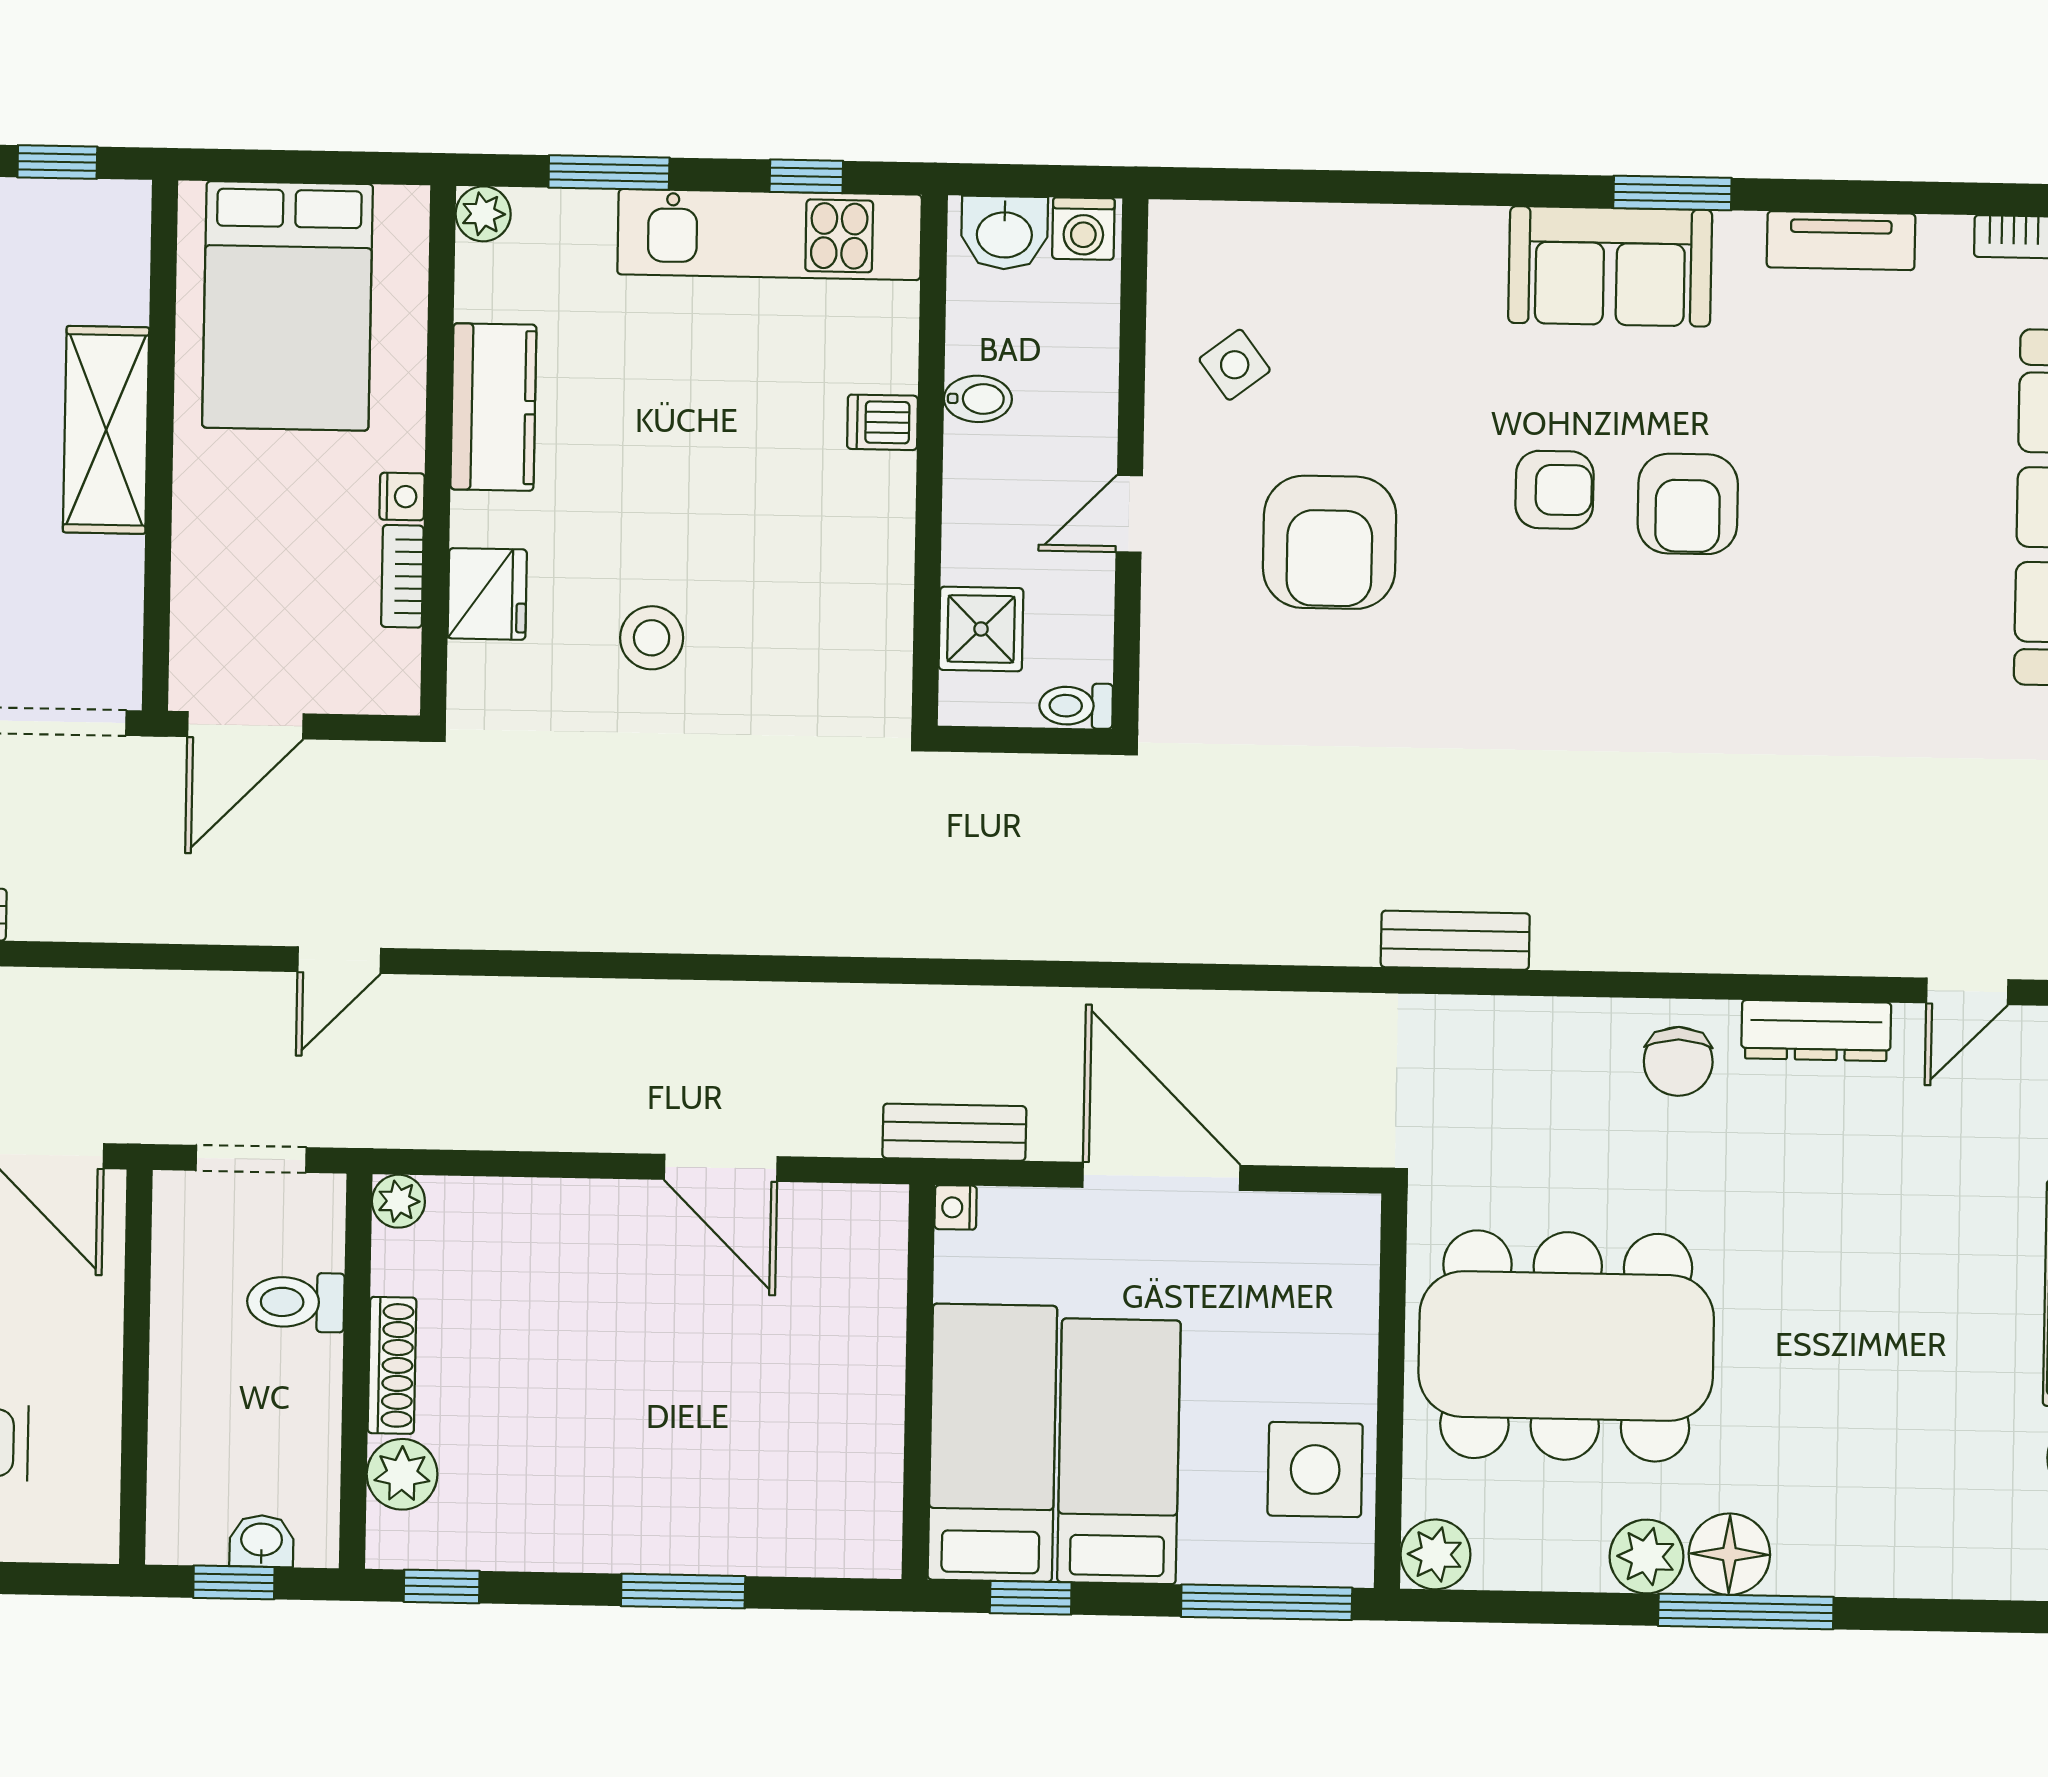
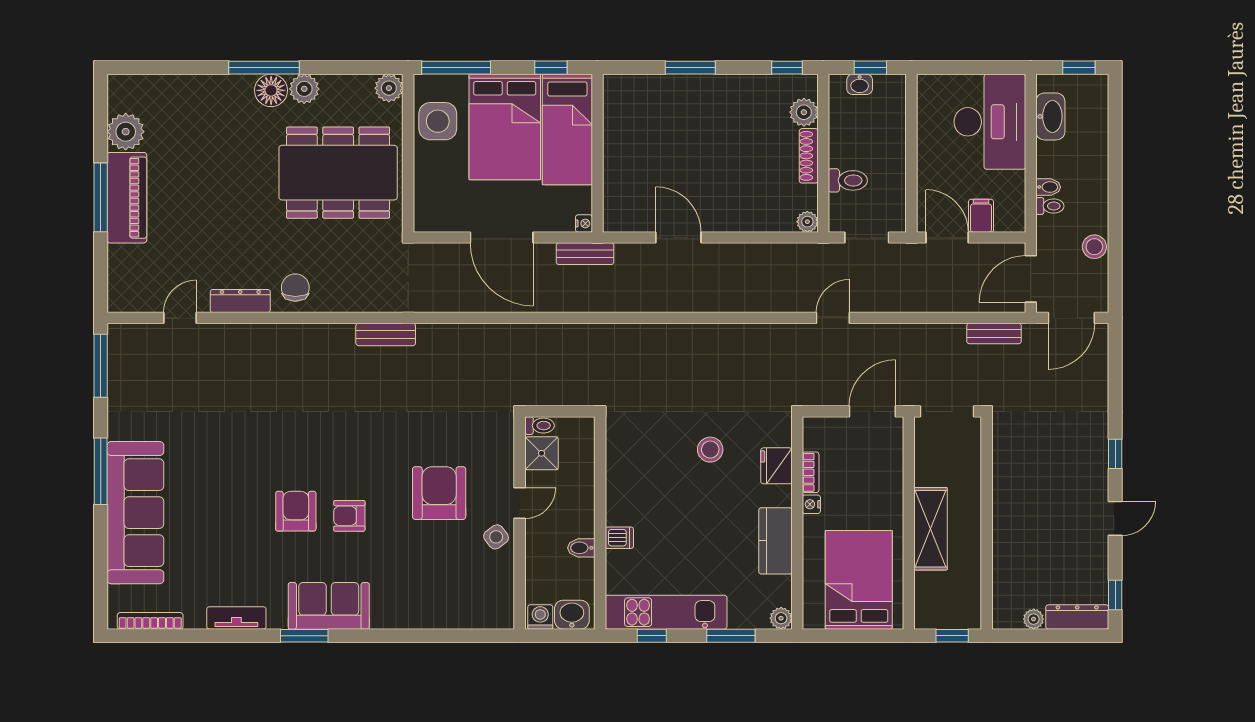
side table: (1235, 365) -> (496, 537), moved
shower: (981, 629) -> (542, 453), moved
bed: (1119, 1451) -> (505, 127), width x1.50

